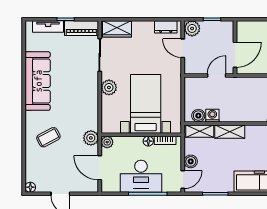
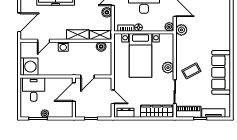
plant: (192, 28) -> (106, 112), removed
wardrobe: (117, 29) -> (157, 111), width x1.50
washing machine: (212, 116) -> (63, 47), moved
coffee table: (48, 137) -> (191, 71), moved

